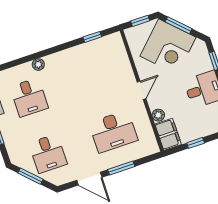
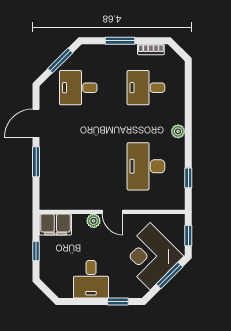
plant: (38, 64) -> (178, 131), moved
plant: (158, 115) -> (94, 221), moved
desk: (113, 132) -> (146, 166), moved

